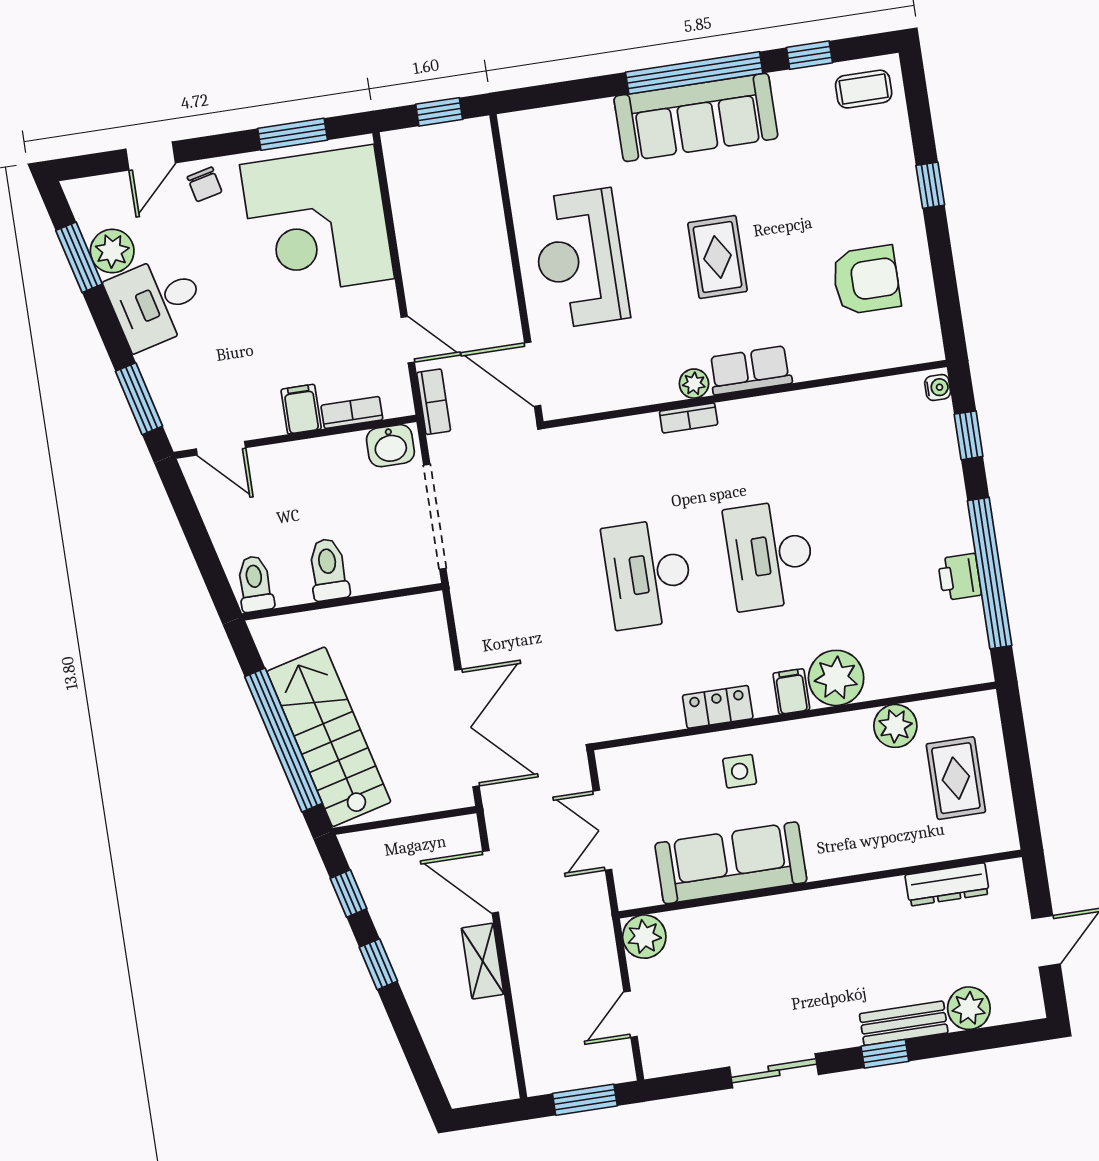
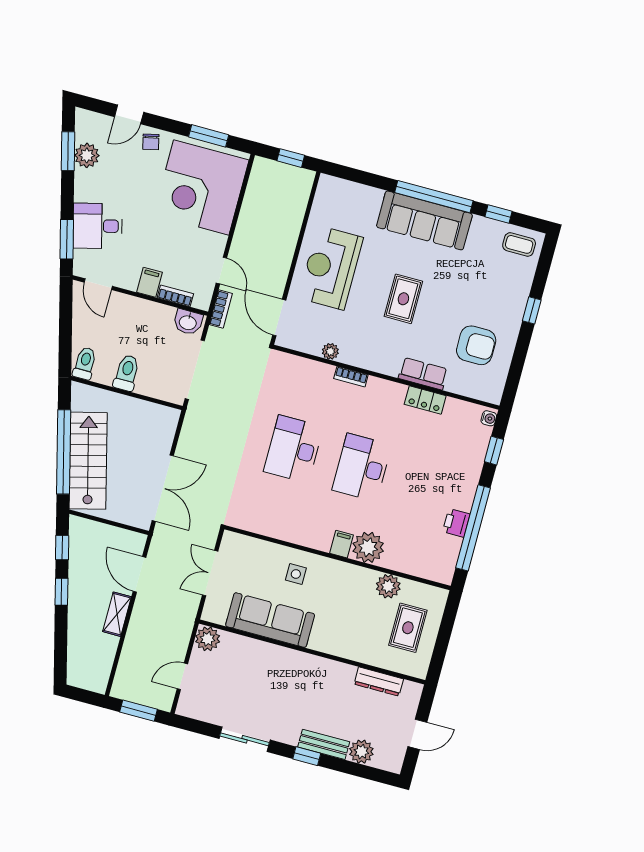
desk: (156, 302) -> (98, 226), moved
row of seats: (750, 370) -> (423, 374), moved
plant: (694, 384) -> (330, 351), moved
locker: (718, 707) -> (425, 400), moved, turned 180

